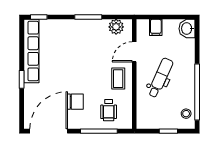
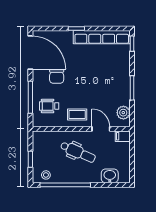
filing cabinet: (156, 27) -> (123, 136), moved
washbasin: (187, 29) -> (110, 176), moved

